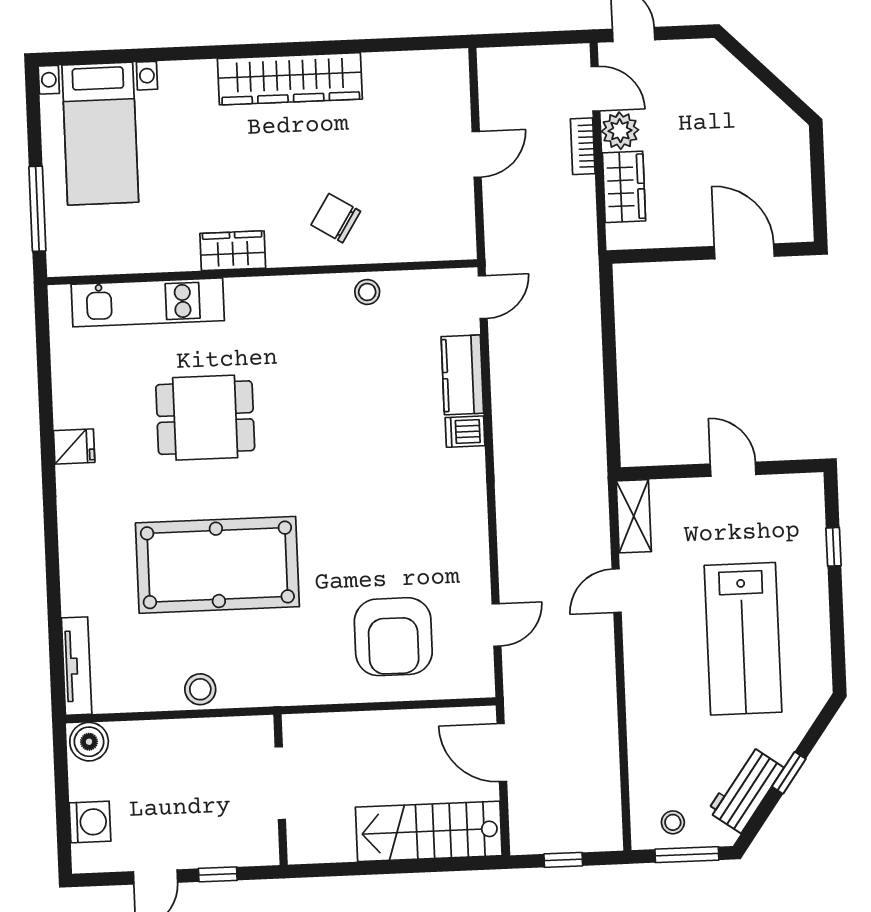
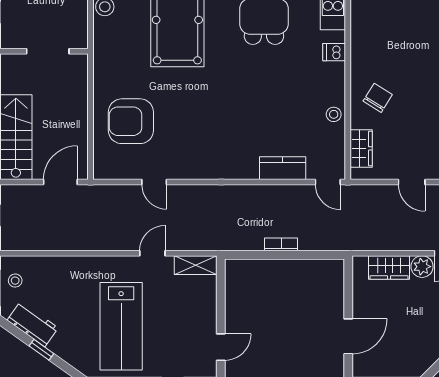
bookcase: (583, 146) -> (281, 244), moved
wardrobe: (233, 251) -> (361, 148), moved
dishwasher: (465, 432) -> (334, 52), moved, turned -90
door: (733, 469) -> (221, 347), moved
door: (617, 591) -> (152, 253), hinge flipped
door: (496, 625) -> (154, 182), moved
lab bench: (743, 639) -> (121, 326), turned -90

